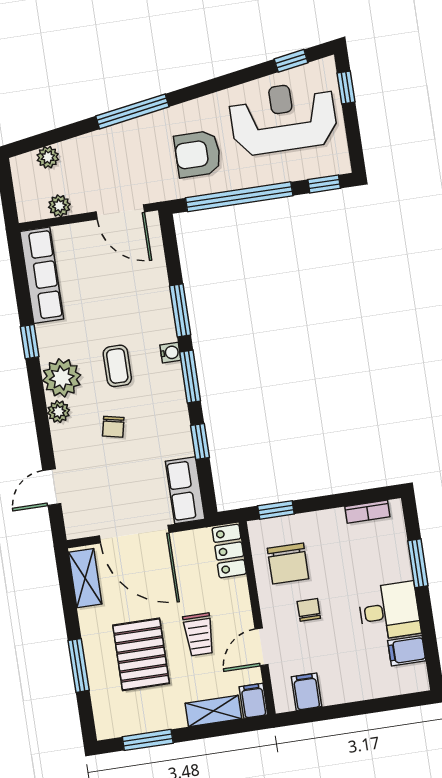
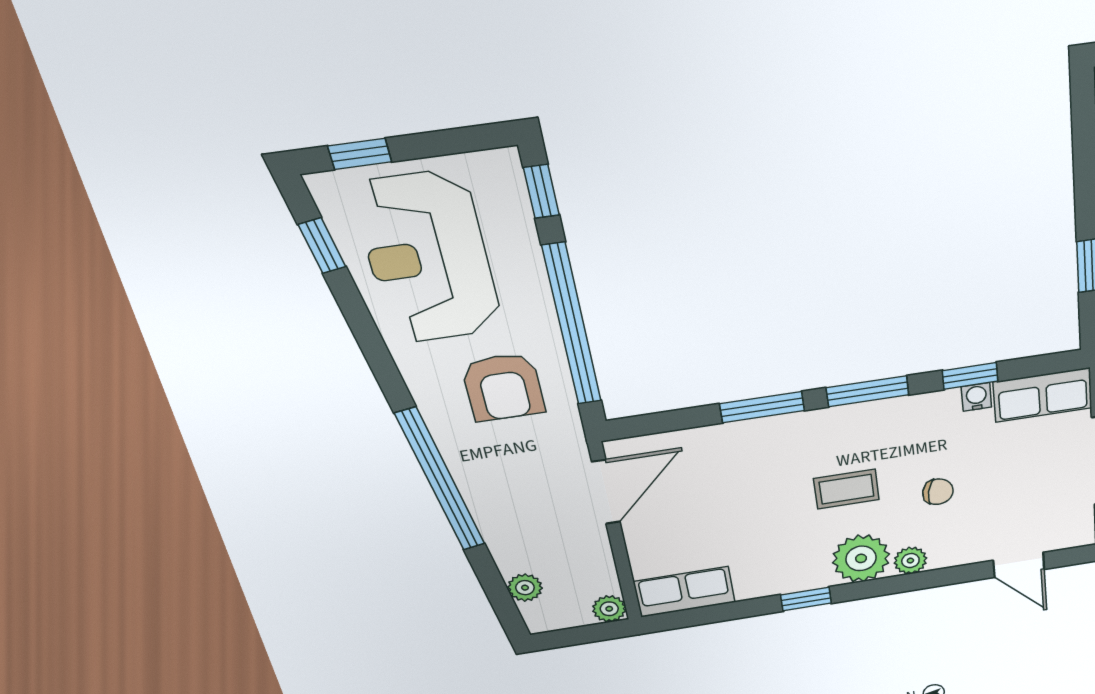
window: (132, 111) -> (440, 480), width x1.46
plant: (59, 206) -> (609, 609), moved
row of seats: (42, 275) -> (684, 592), width x0.68
water cooler: (170, 353) -> (976, 397), moved

